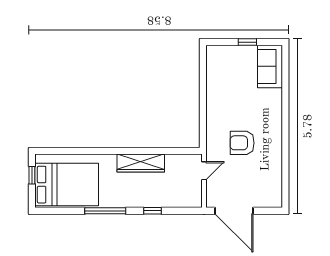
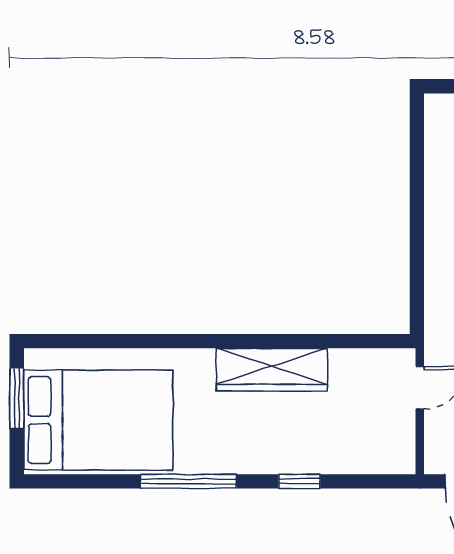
window: (32, 175) -> (17, 398), width x1.50

